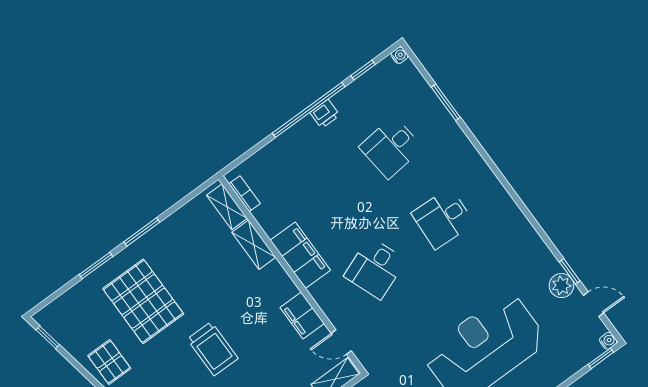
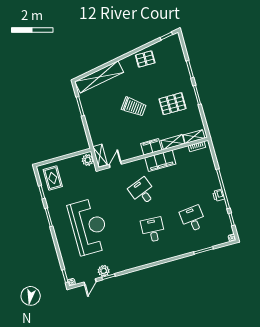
pallet: (143, 301) -> (172, 104), moved, width x0.73, depth x0.71
filing cabinet: (302, 316) -> (151, 147), moved
trolley: (213, 349) -> (134, 107), turned -144

